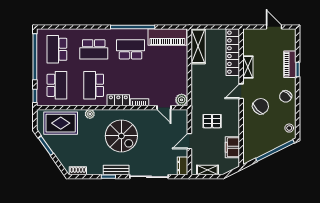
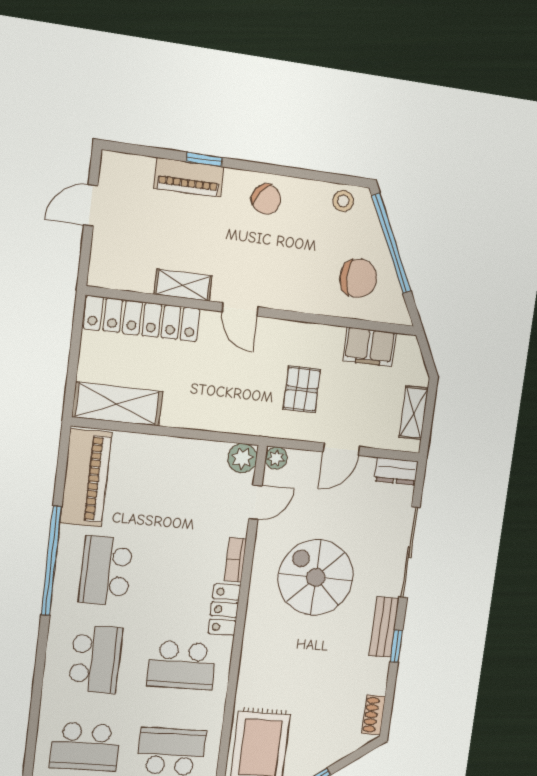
chair: (261, 106) -> (358, 278), moved, turned 132
plant: (90, 114) -> (276, 458), moved
spiral stairs: (121, 136) -> (316, 577), moved, turned -90
door: (189, 141) -> (341, 449), hinge flipped

